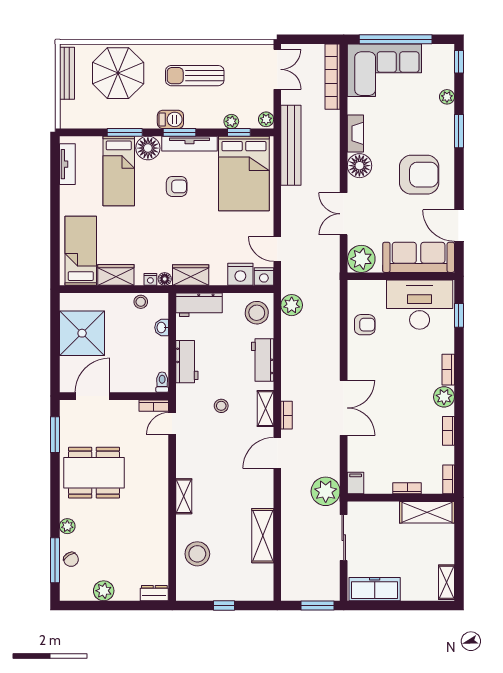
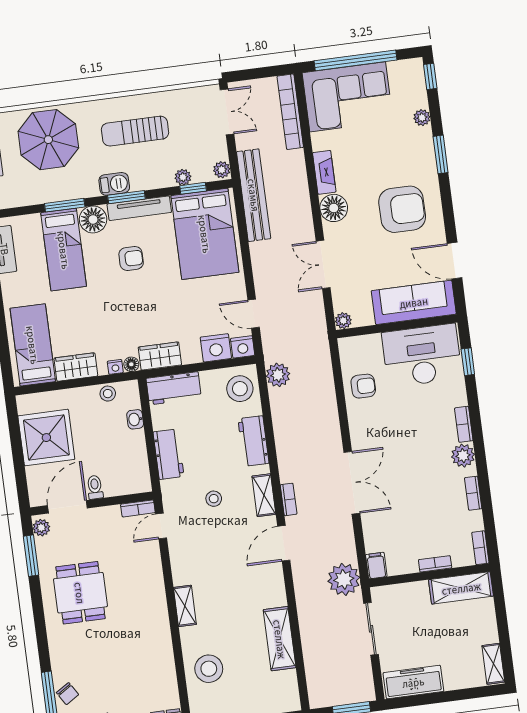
plant: (361, 259) -> (343, 321), width x0.53, depth x0.53
toilet: (162, 382) -> (95, 487), moved
dining table: (94, 473) -> (80, 593), width x0.73
plant: (67, 526) -> (41, 528), moved

